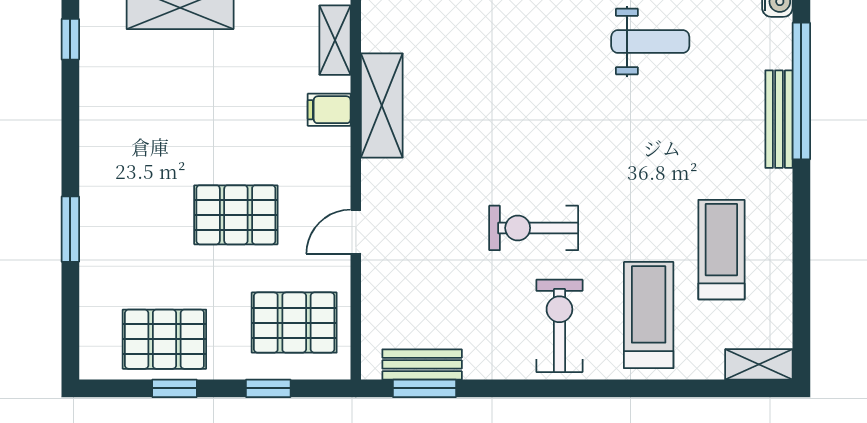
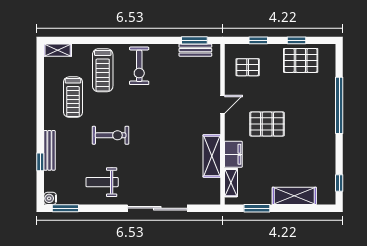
window: (801, 91) -> (40, 162), width x0.32
filing cabinet: (329, 110) -> (233, 154), width x2.00
pallet: (236, 215) -> (267, 124), moved
exercise bike: (534, 228) -> (111, 135), moved
window: (70, 229) -> (339, 105), width x2.11
pallet: (294, 323) -> (248, 67), width x0.67, depth x0.71

